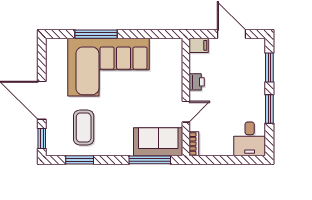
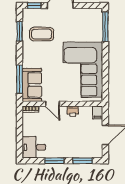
window: (96, 34) -> (105, 27), moved
corner sofa: (109, 67) -> (83, 70), moved

